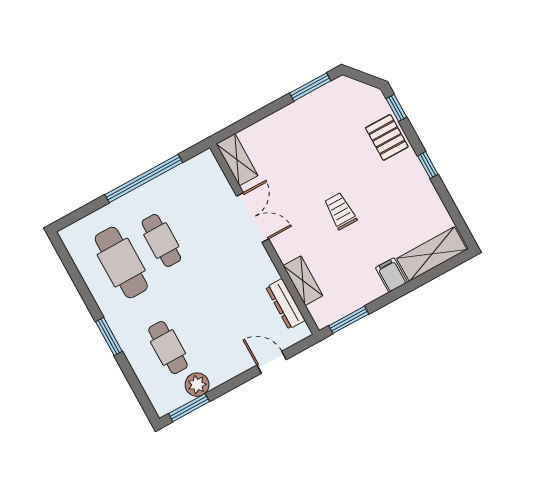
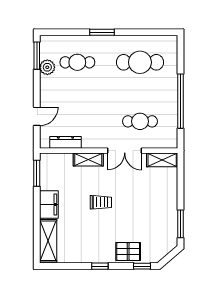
cafe table: (161, 240) -> (140, 121), moved
filing cabinet: (391, 275) -> (49, 204), width x2.00
shelving: (303, 281) -> (88, 159), moved

